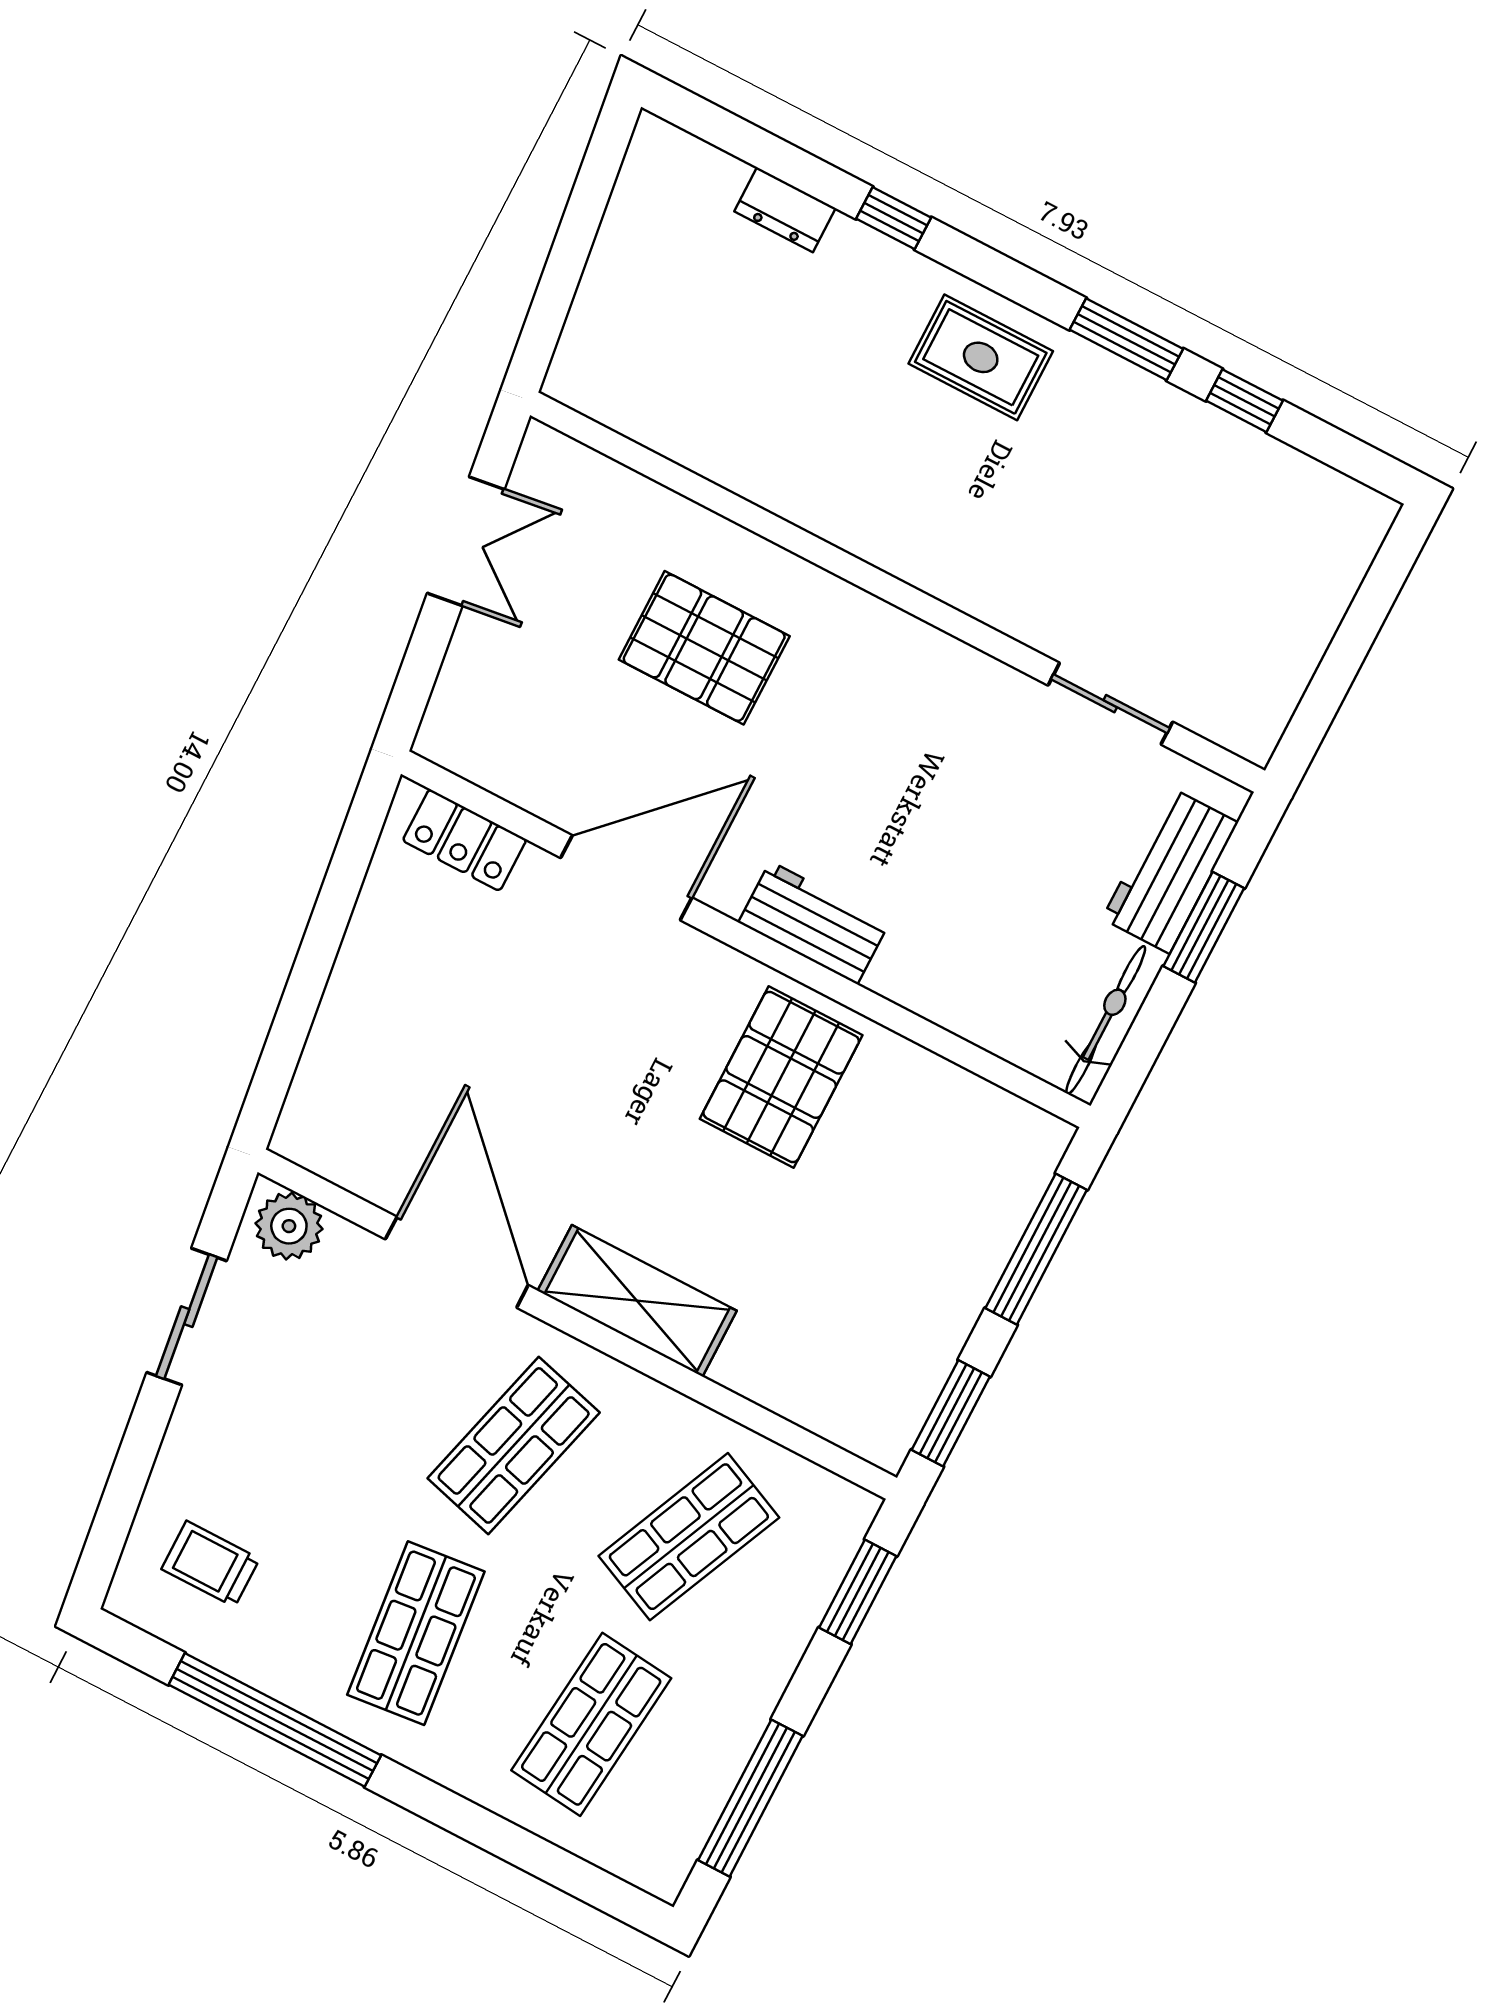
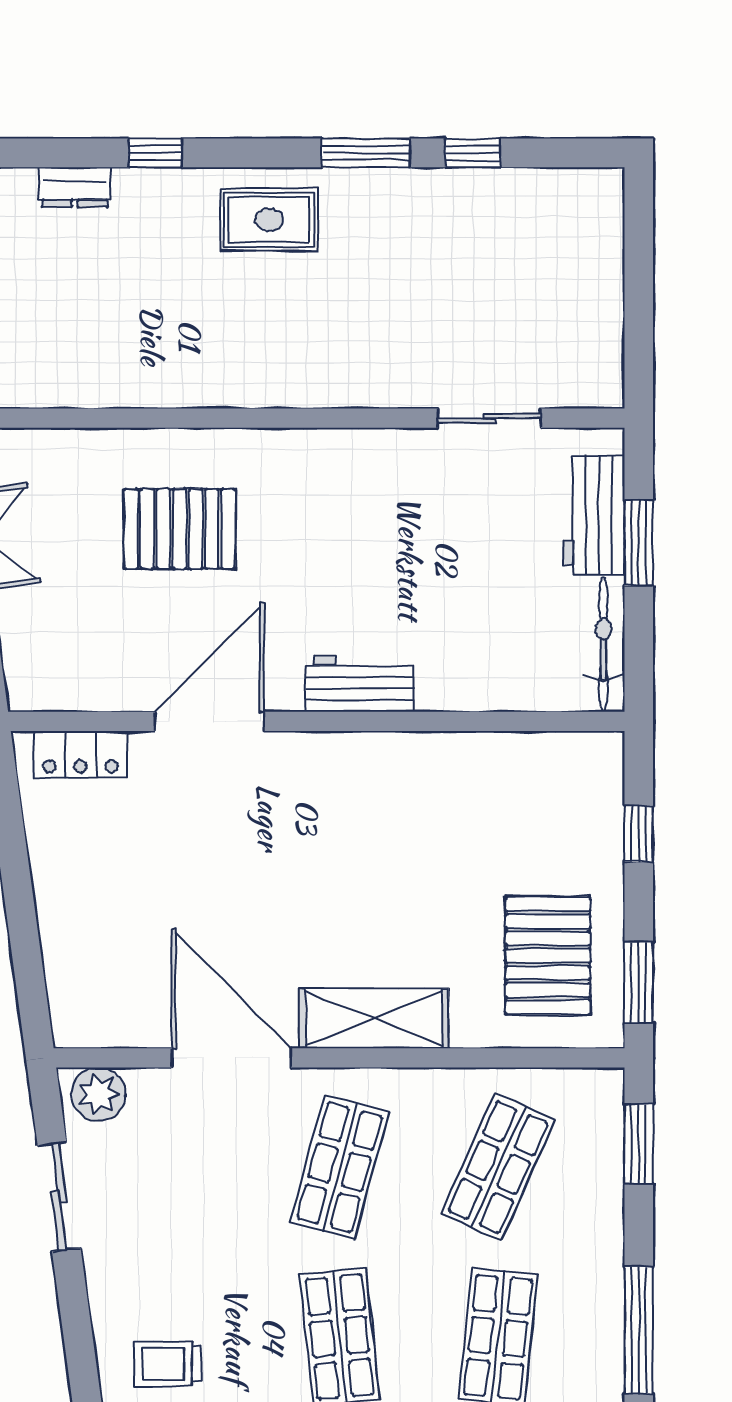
pallet: (781, 1077) -> (548, 956), moved
window: (1036, 1249) -> (639, 834), width x0.46

